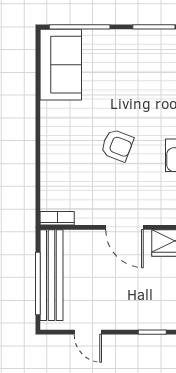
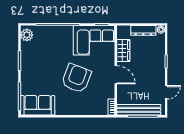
armchair: (117, 145) -> (76, 78), width x1.88, depth x1.88
door: (125, 227) -> (116, 75), hinge flipped

